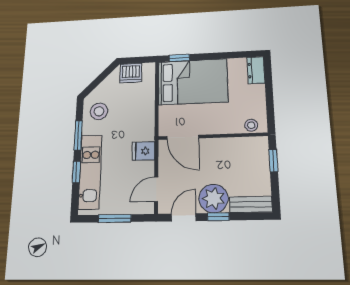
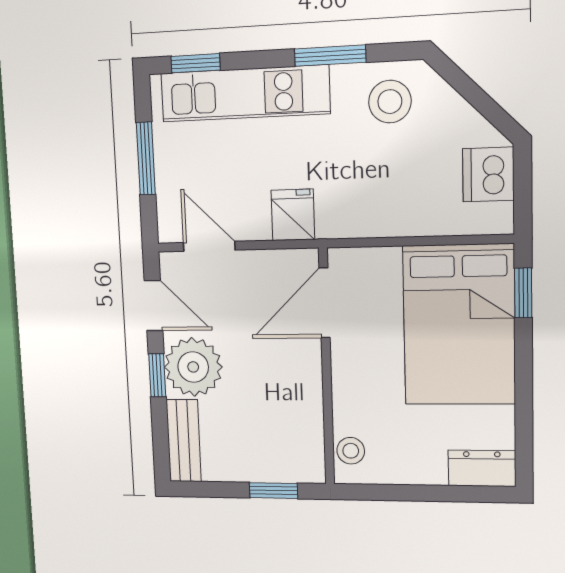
window: (76, 172) -> (196, 63), moved

